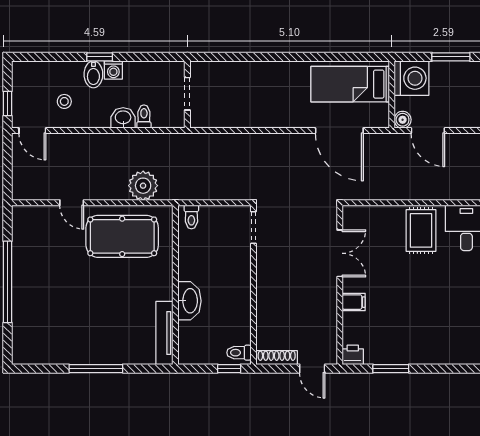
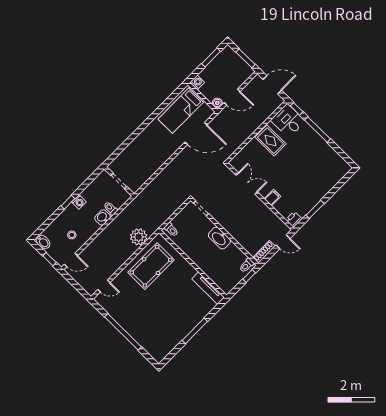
bidet: (93, 74) -> (43, 242), moved
washing machine: (411, 78) -> (197, 82), width x0.53, depth x0.53
door: (72, 203) -> (104, 286), moved
washbasin: (189, 301) -> (219, 238), moved, turned 180

